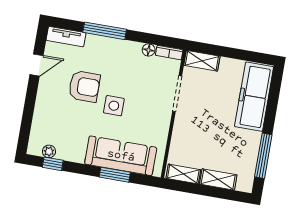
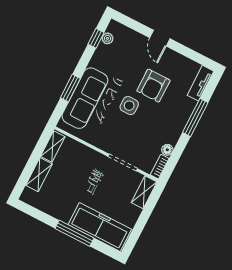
door: (36, 65) -> (160, 38), moved
window: (263, 156) -> (74, 233), moved

